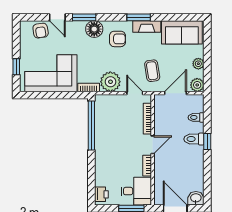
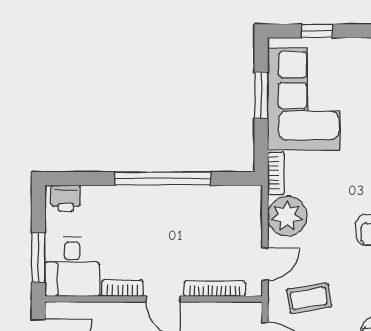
window: (49, 95) -> (261, 95), added
window: (91, 125) -> (163, 179), moved

